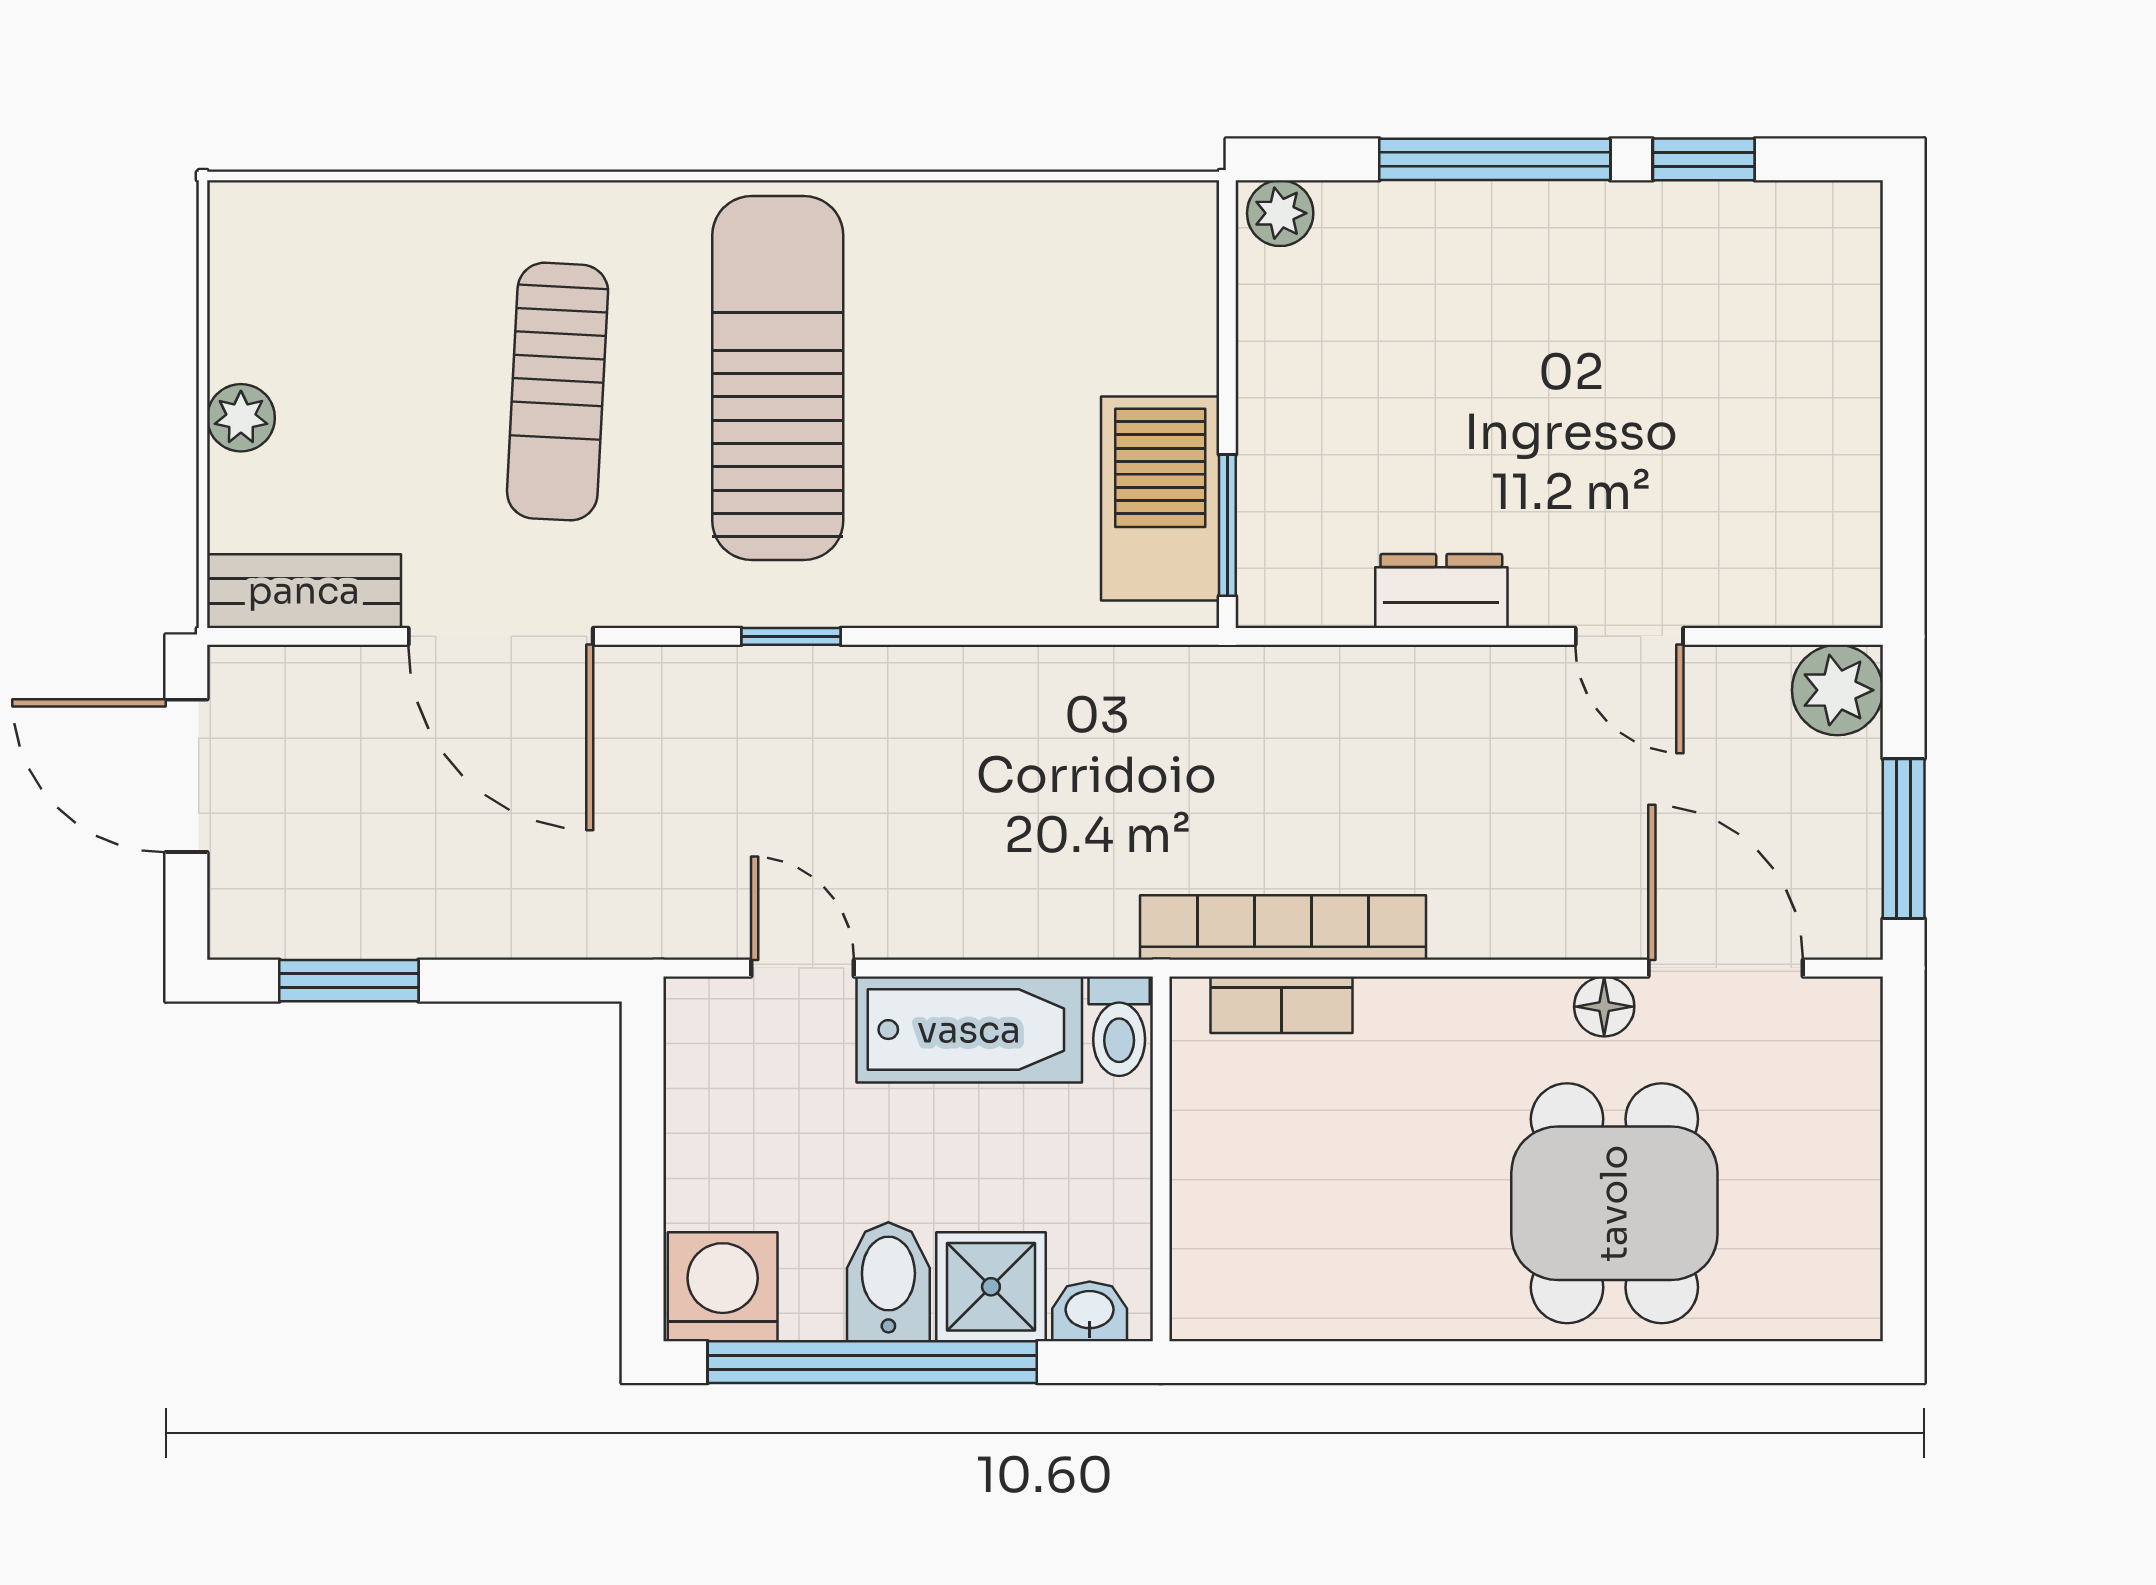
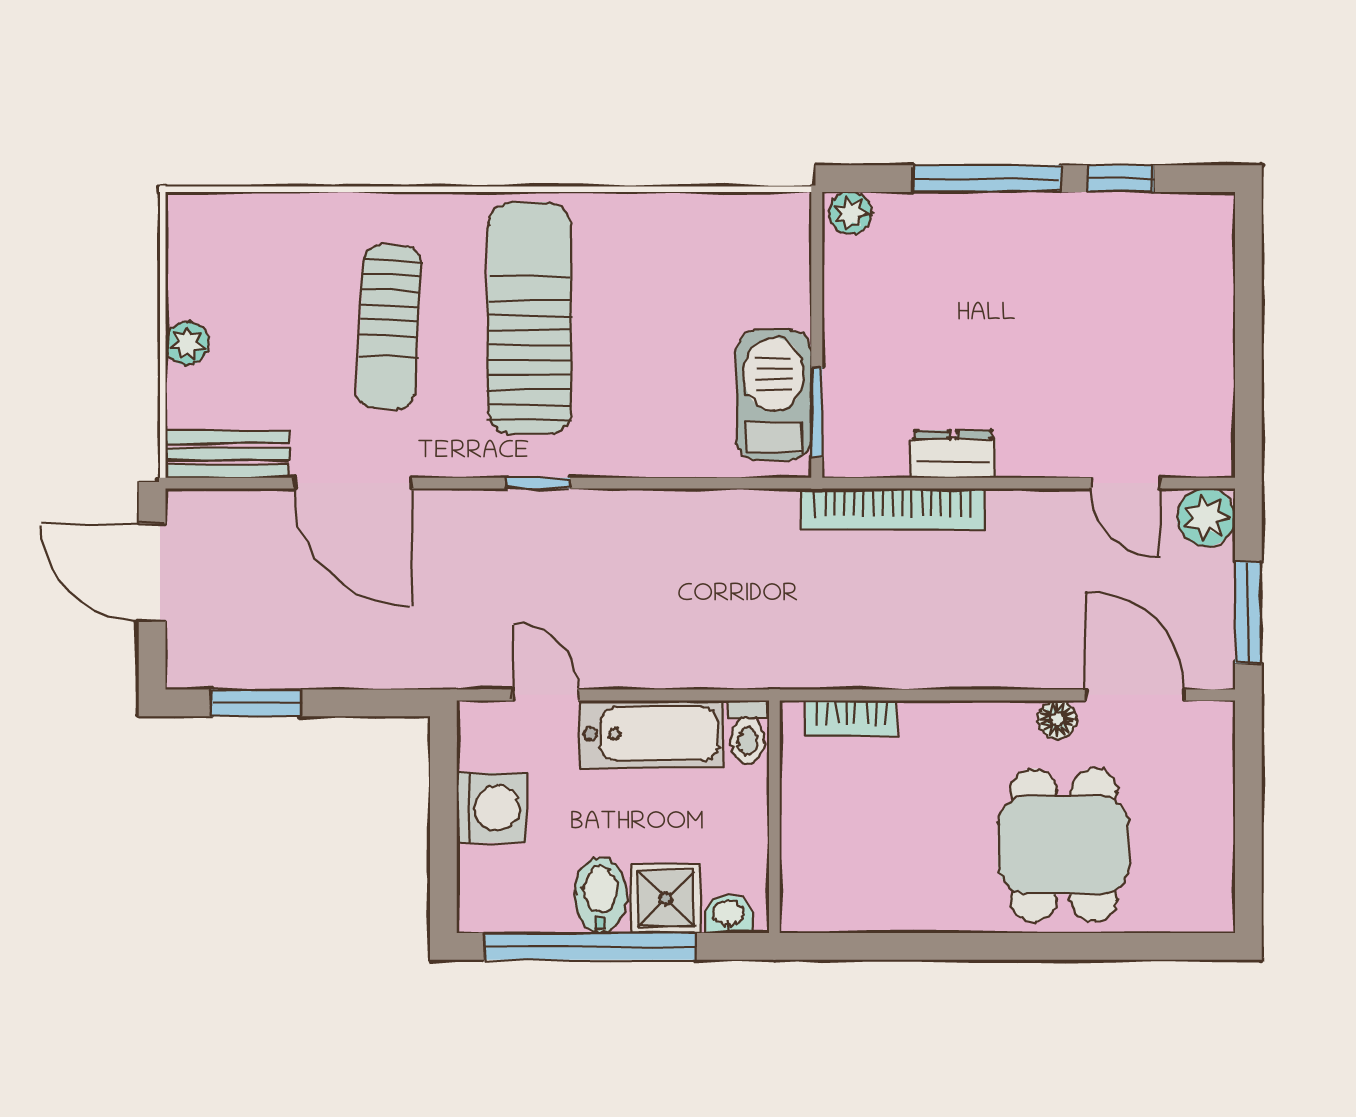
door: (1629, 636) -> (1126, 483), moved
bookcase: (1283, 927) -> (893, 509), moved, turned 180
washing machine: (723, 1287) -> (492, 808), moved, turned 90

